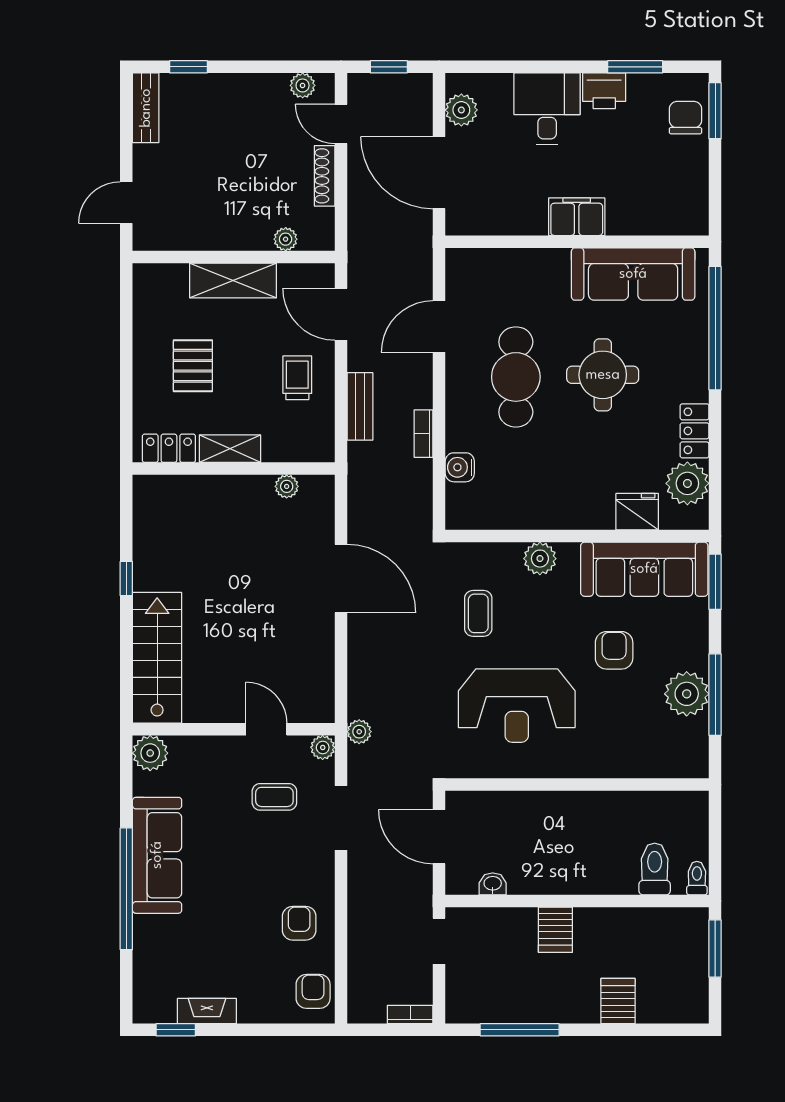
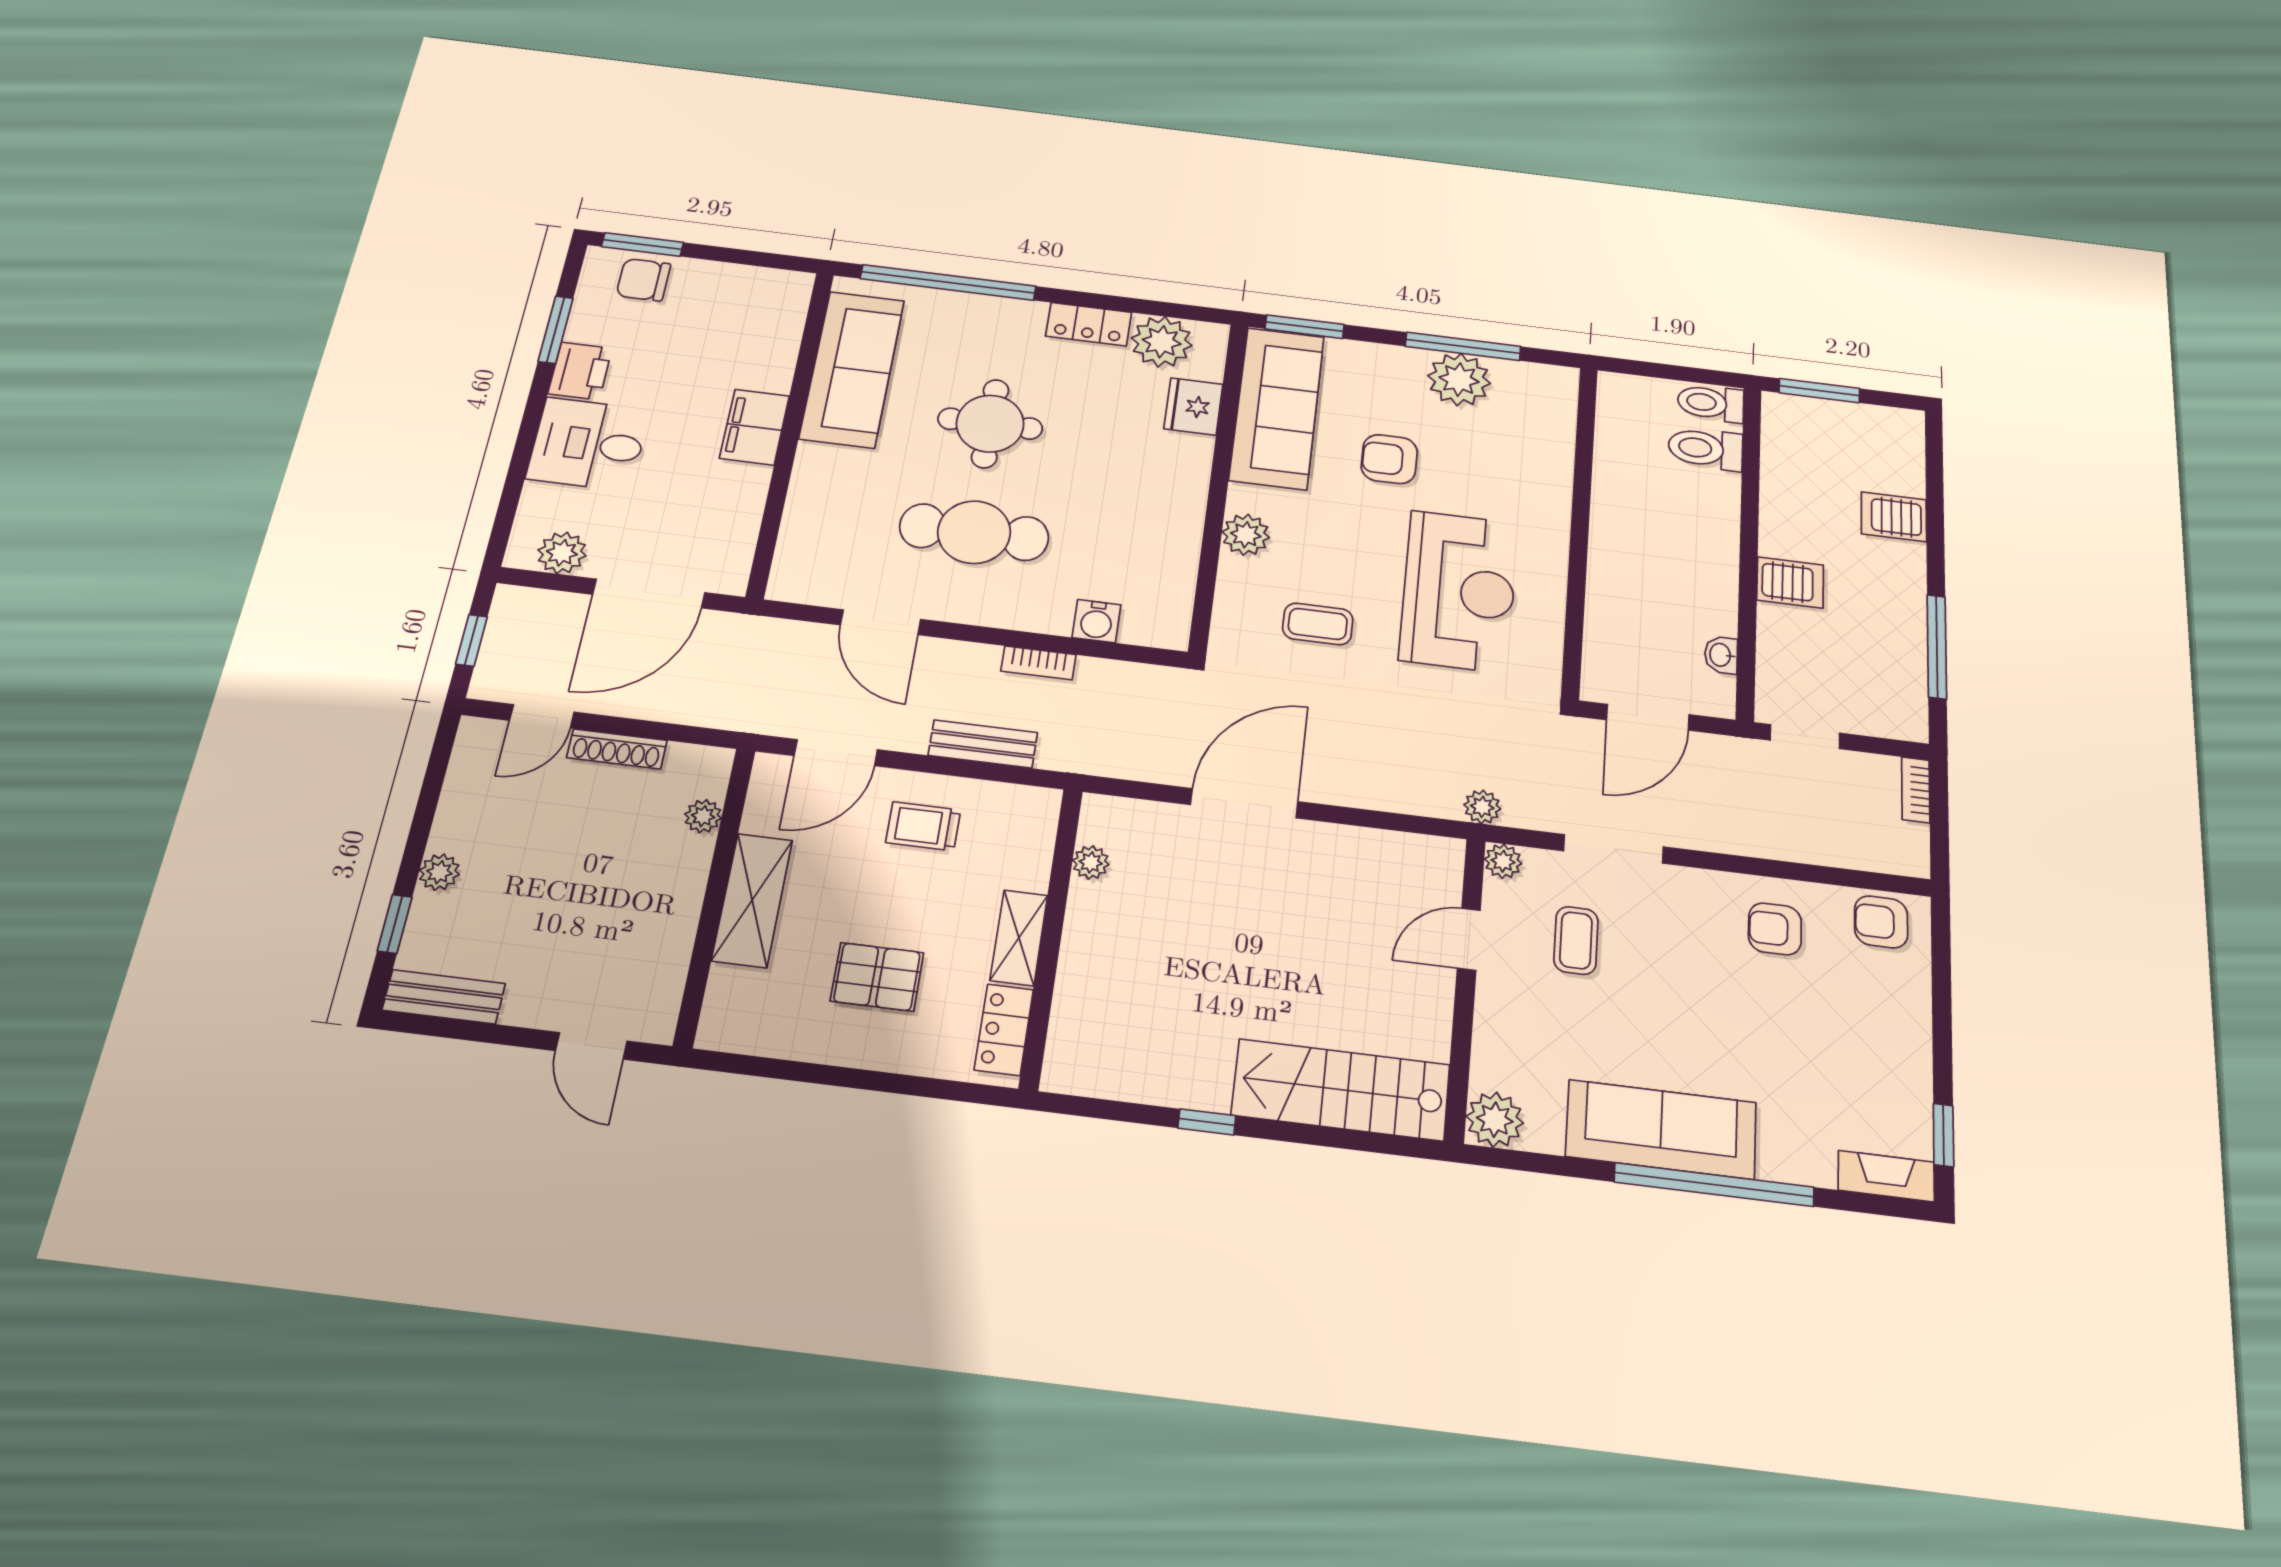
plant: (303, 85) -> (439, 872), moved
toilet: (697, 878) -> (1711, 403), width x1.37, depth x1.39
fireplace: (207, 1011) -> (1886, 1176), moved, turned 90

